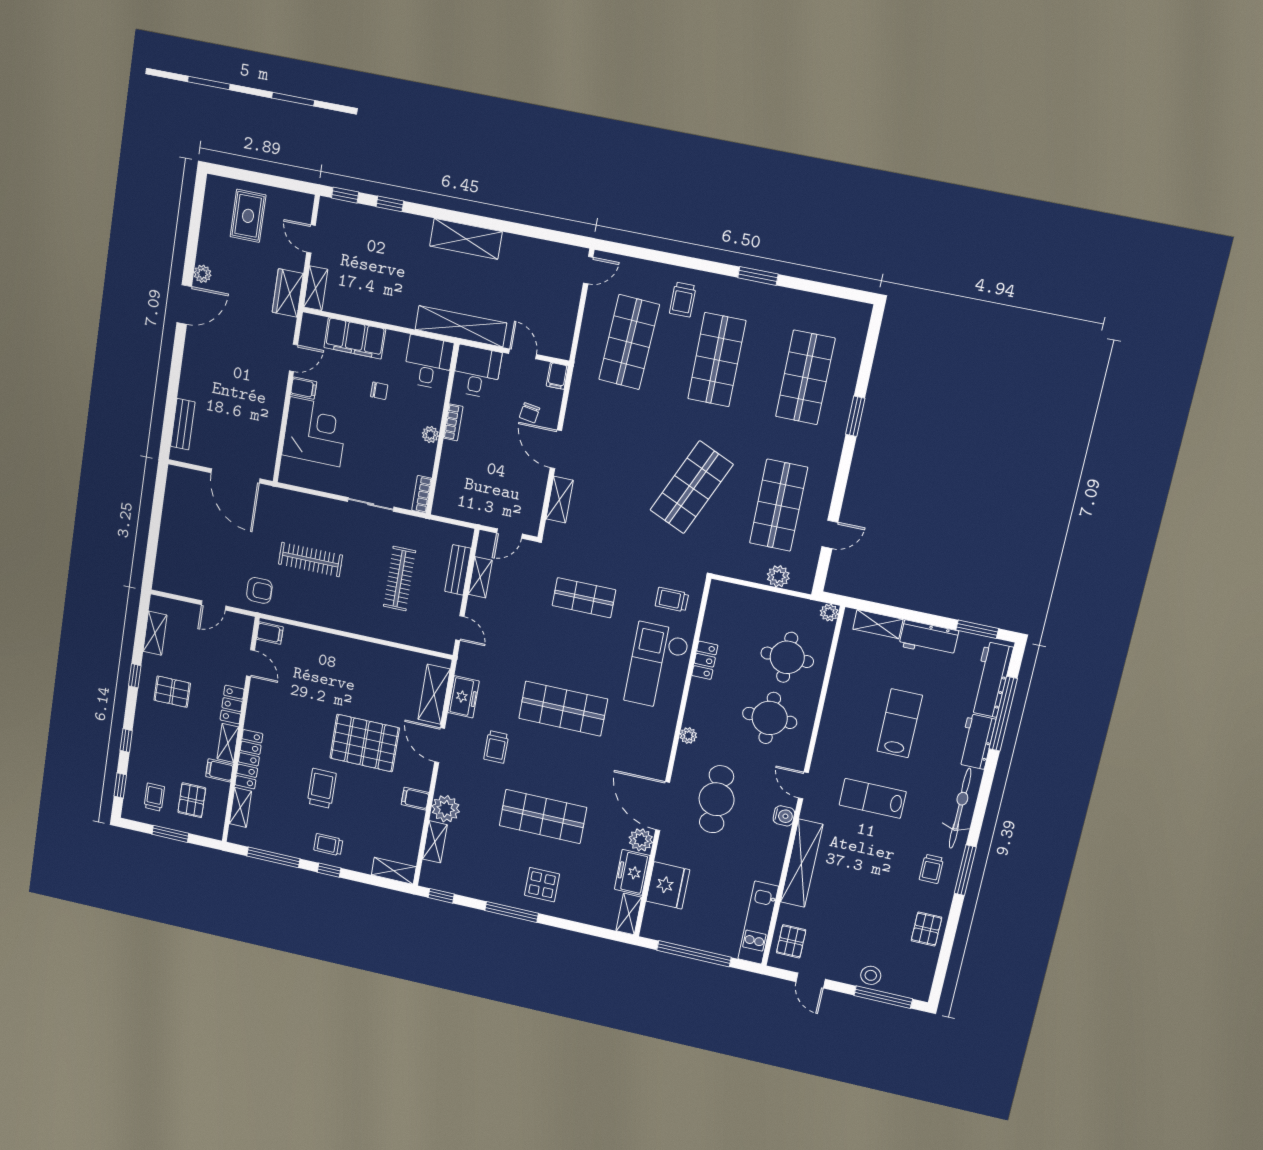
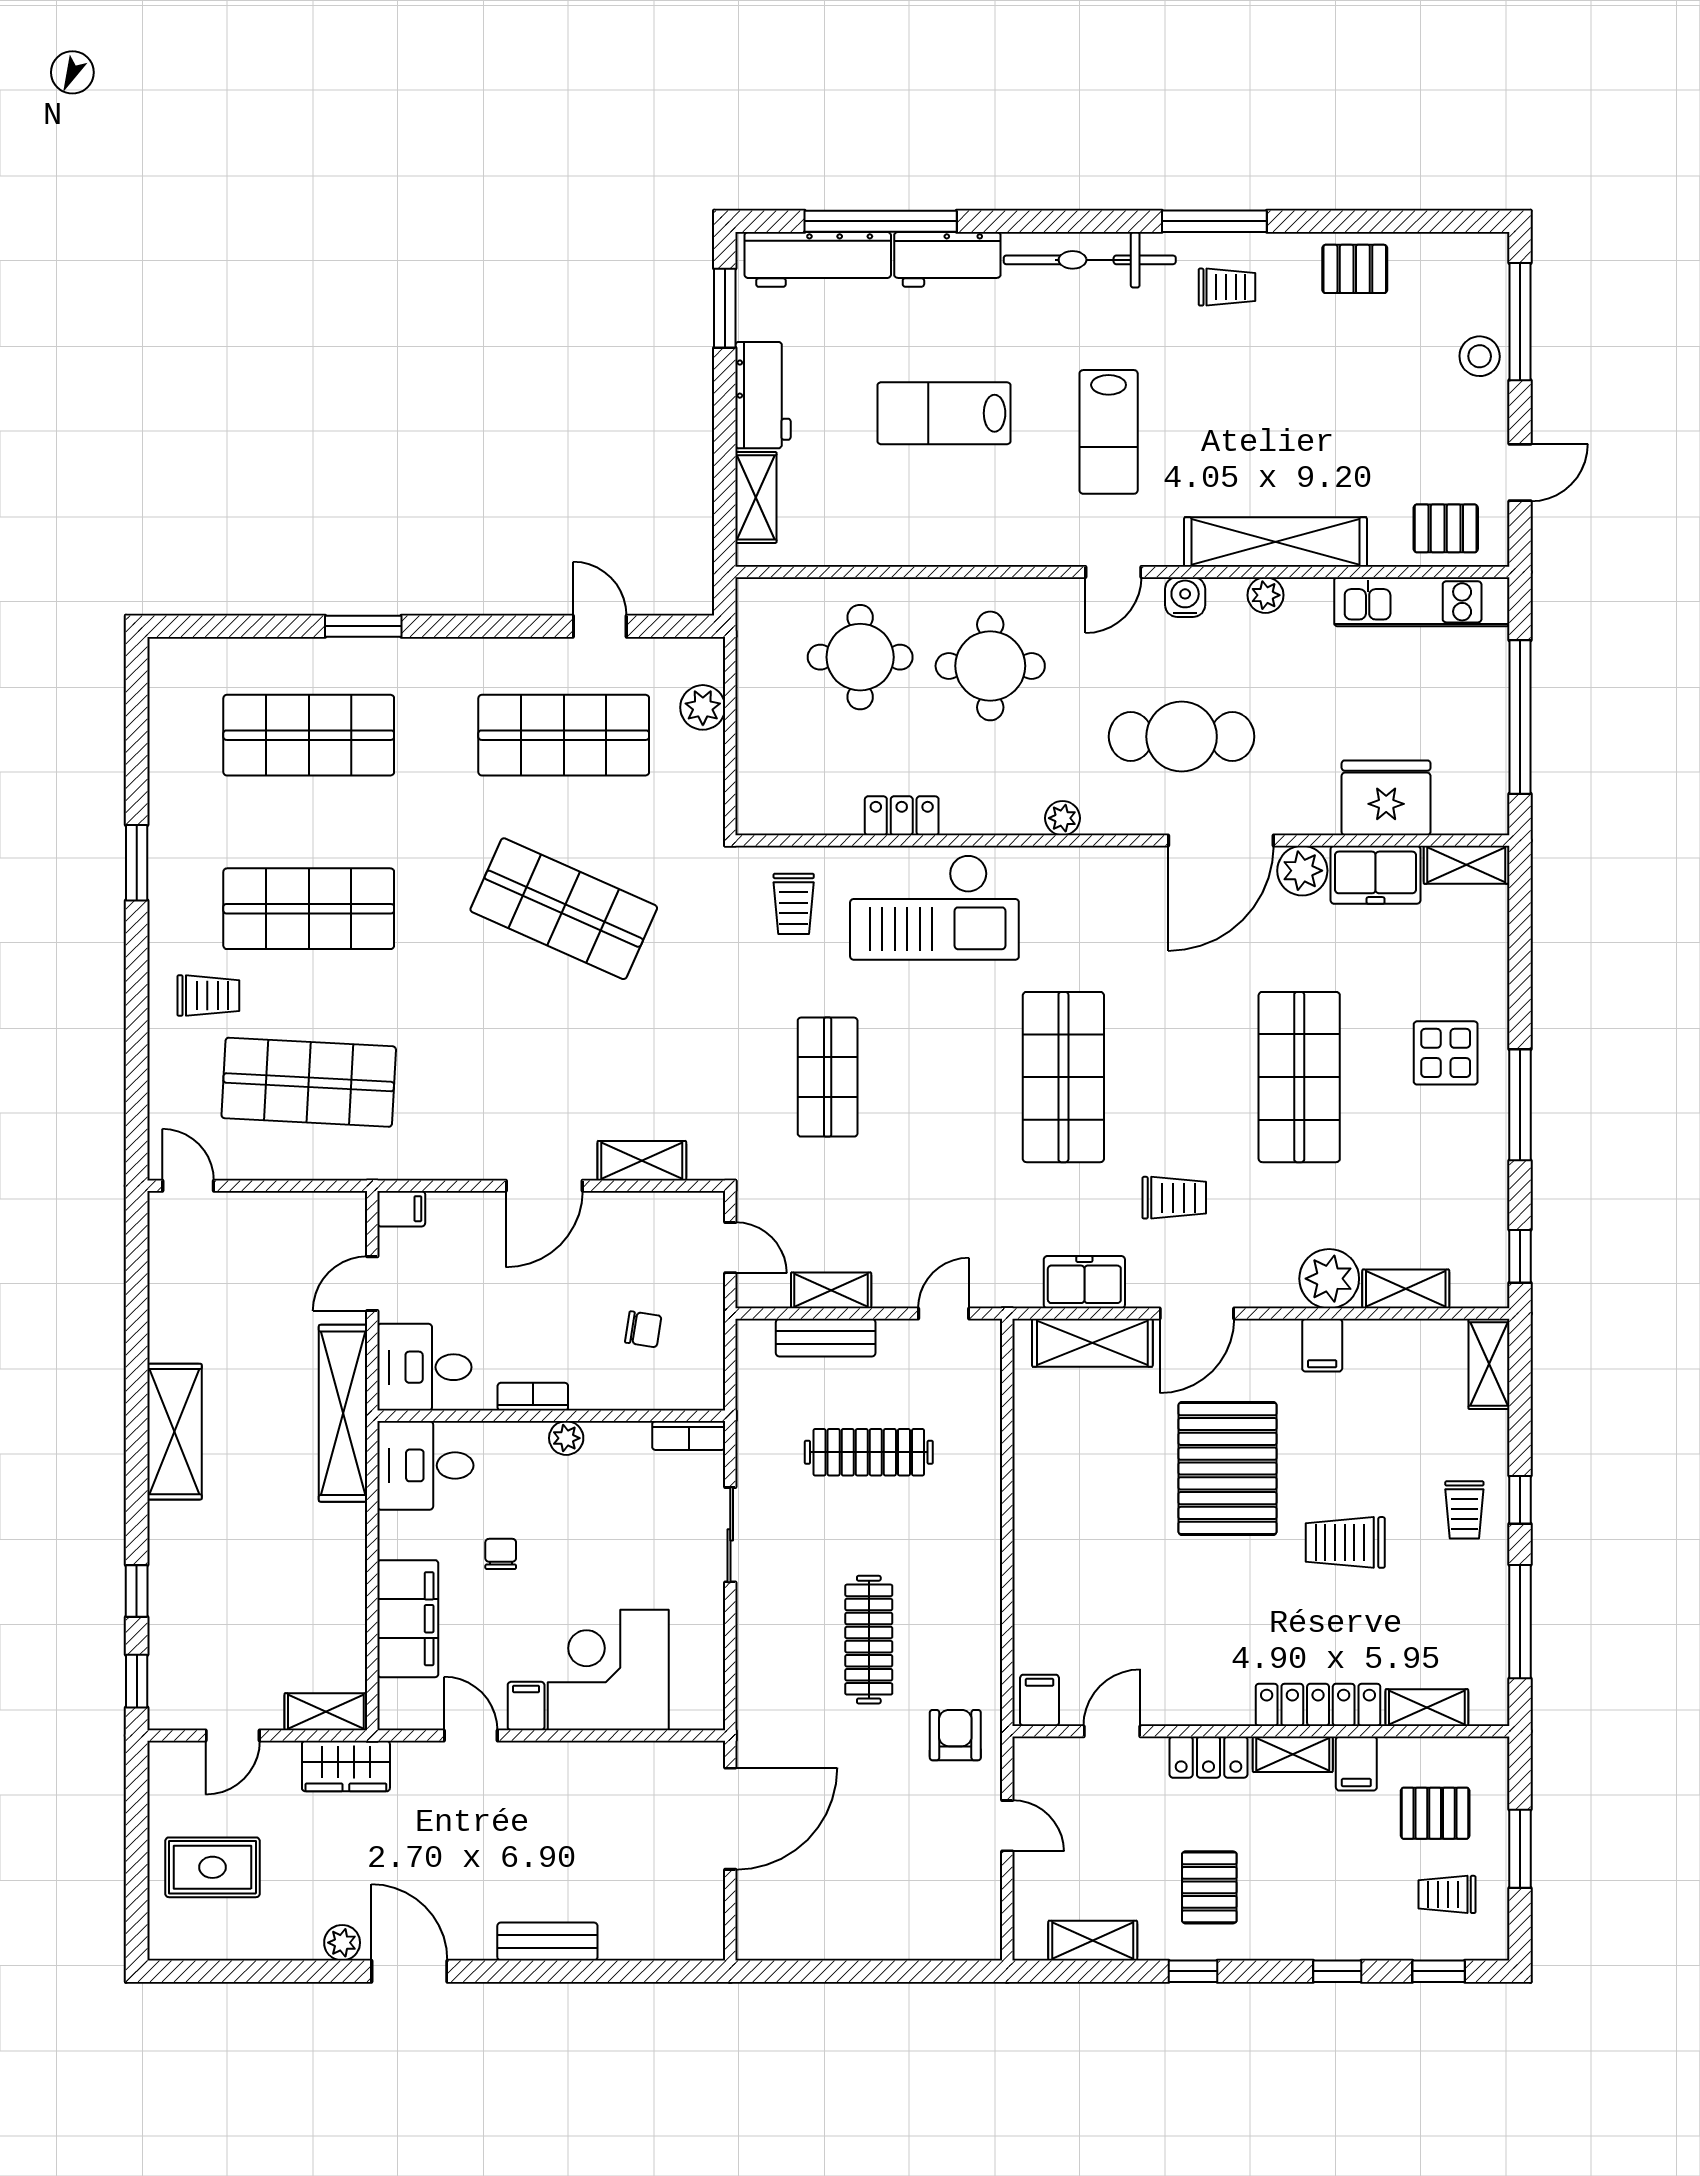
chair: (530, 413) -> (643, 1329), moved
bench: (183, 424) -> (547, 1941), moved
plant: (829, 613) -> (1266, 595), moved

